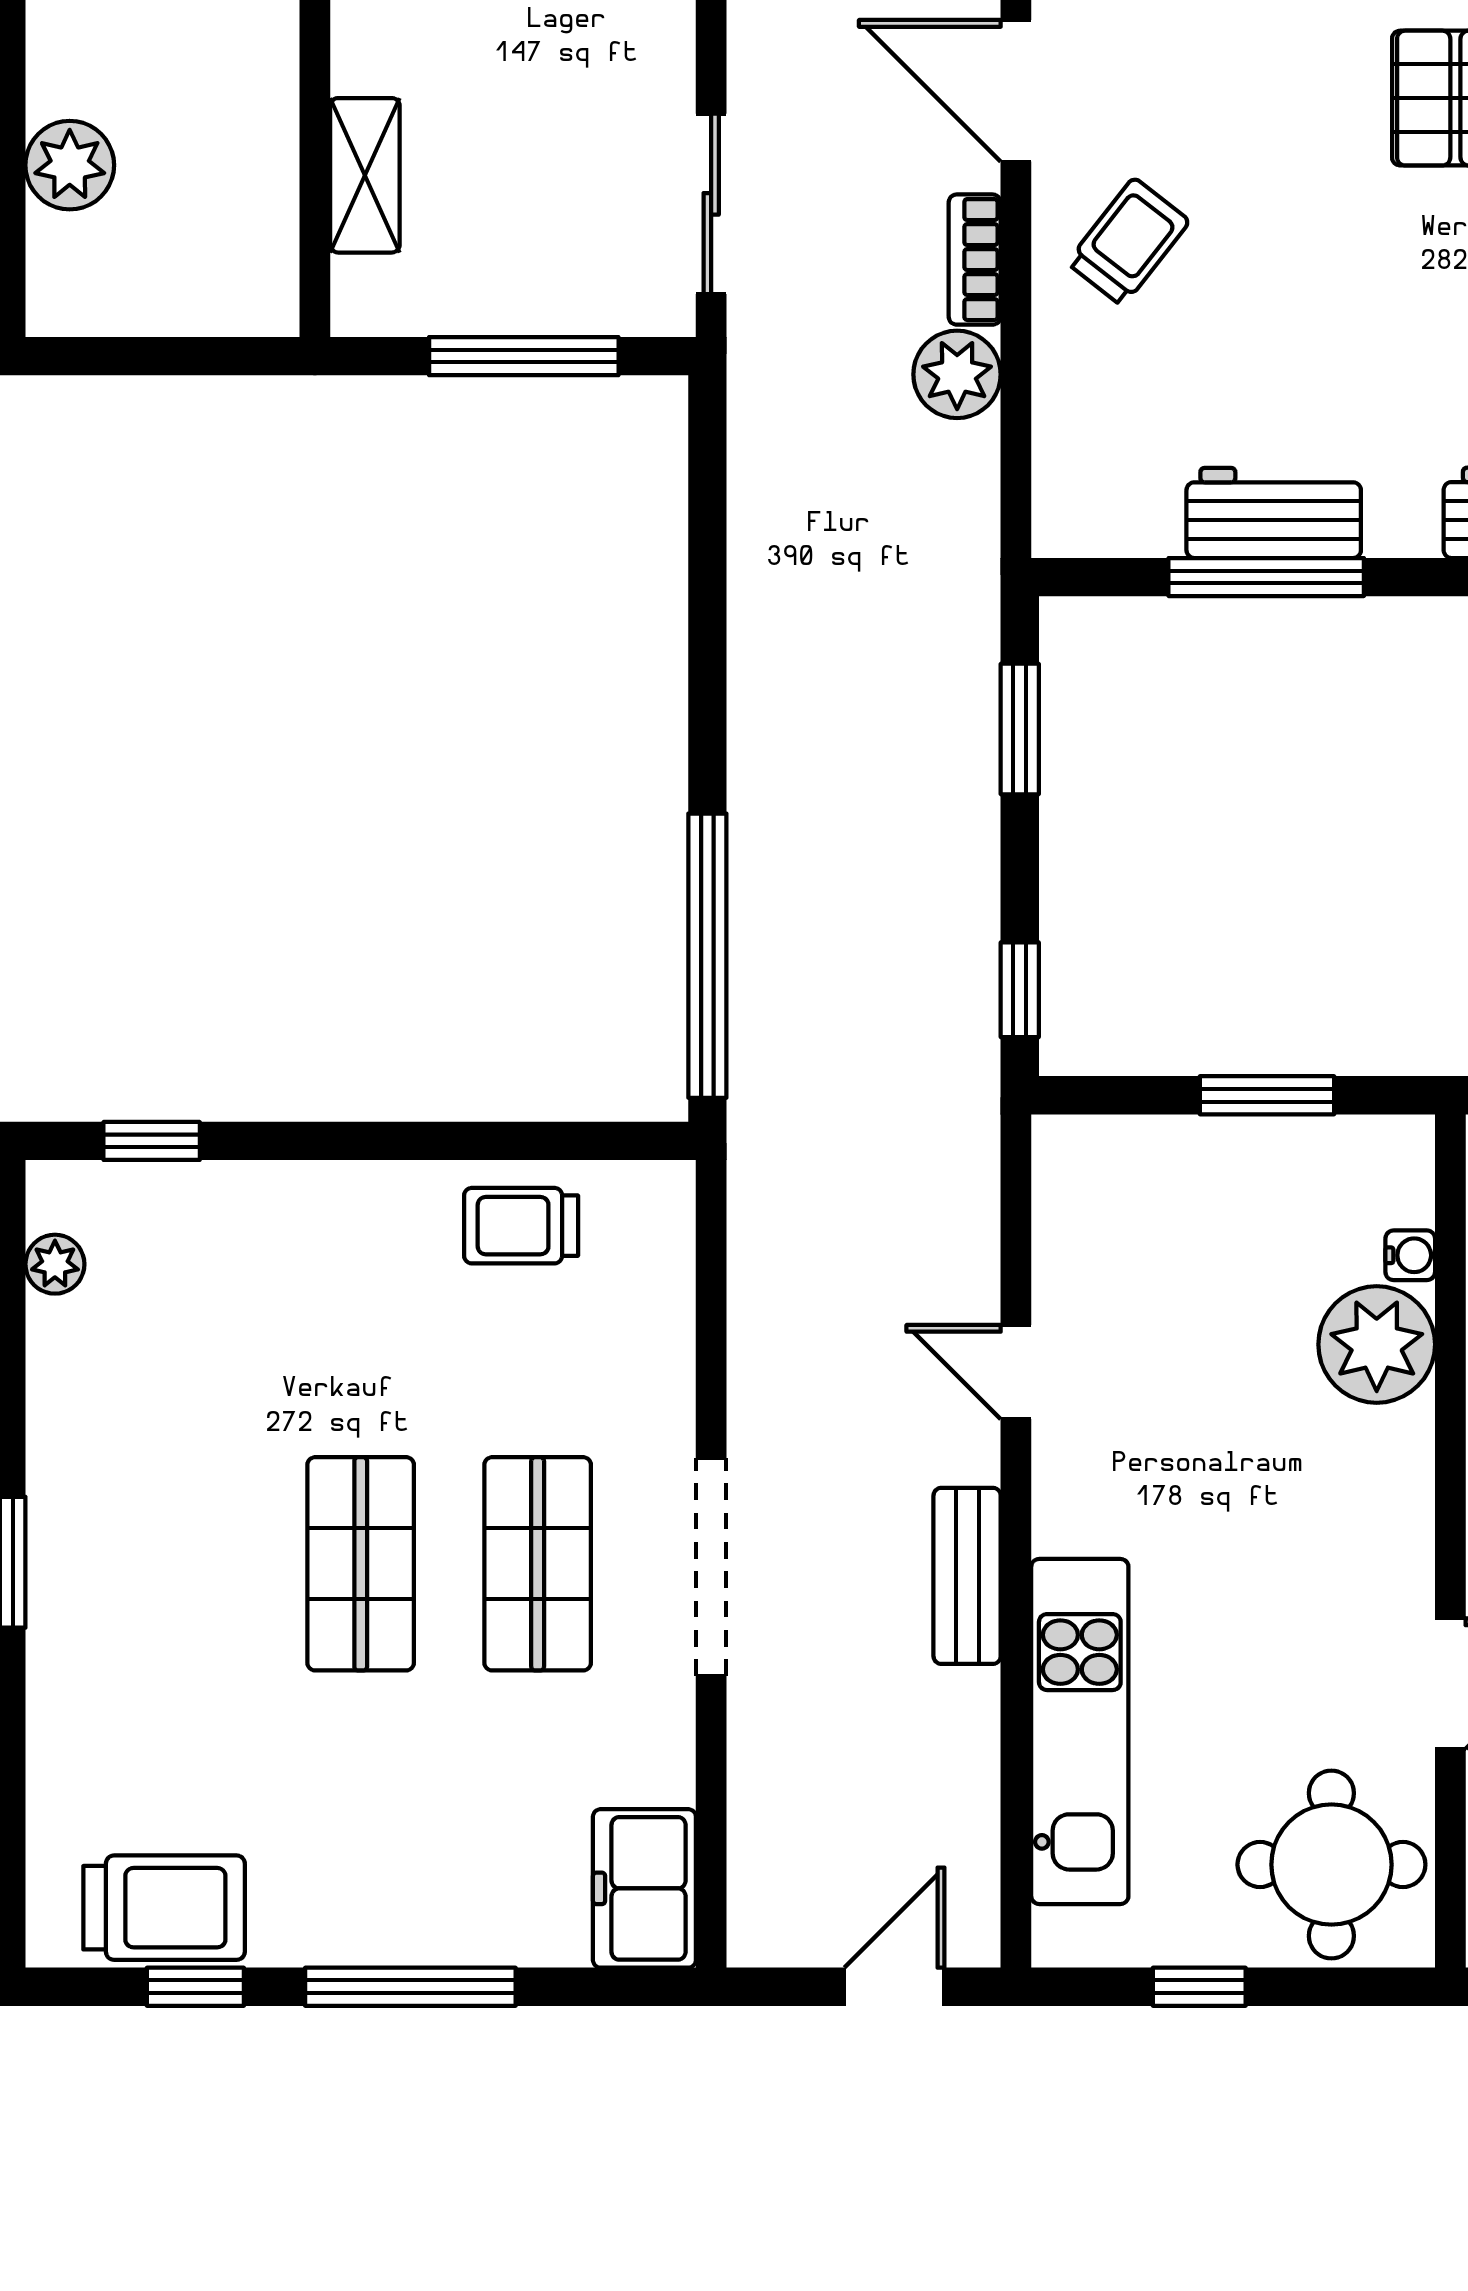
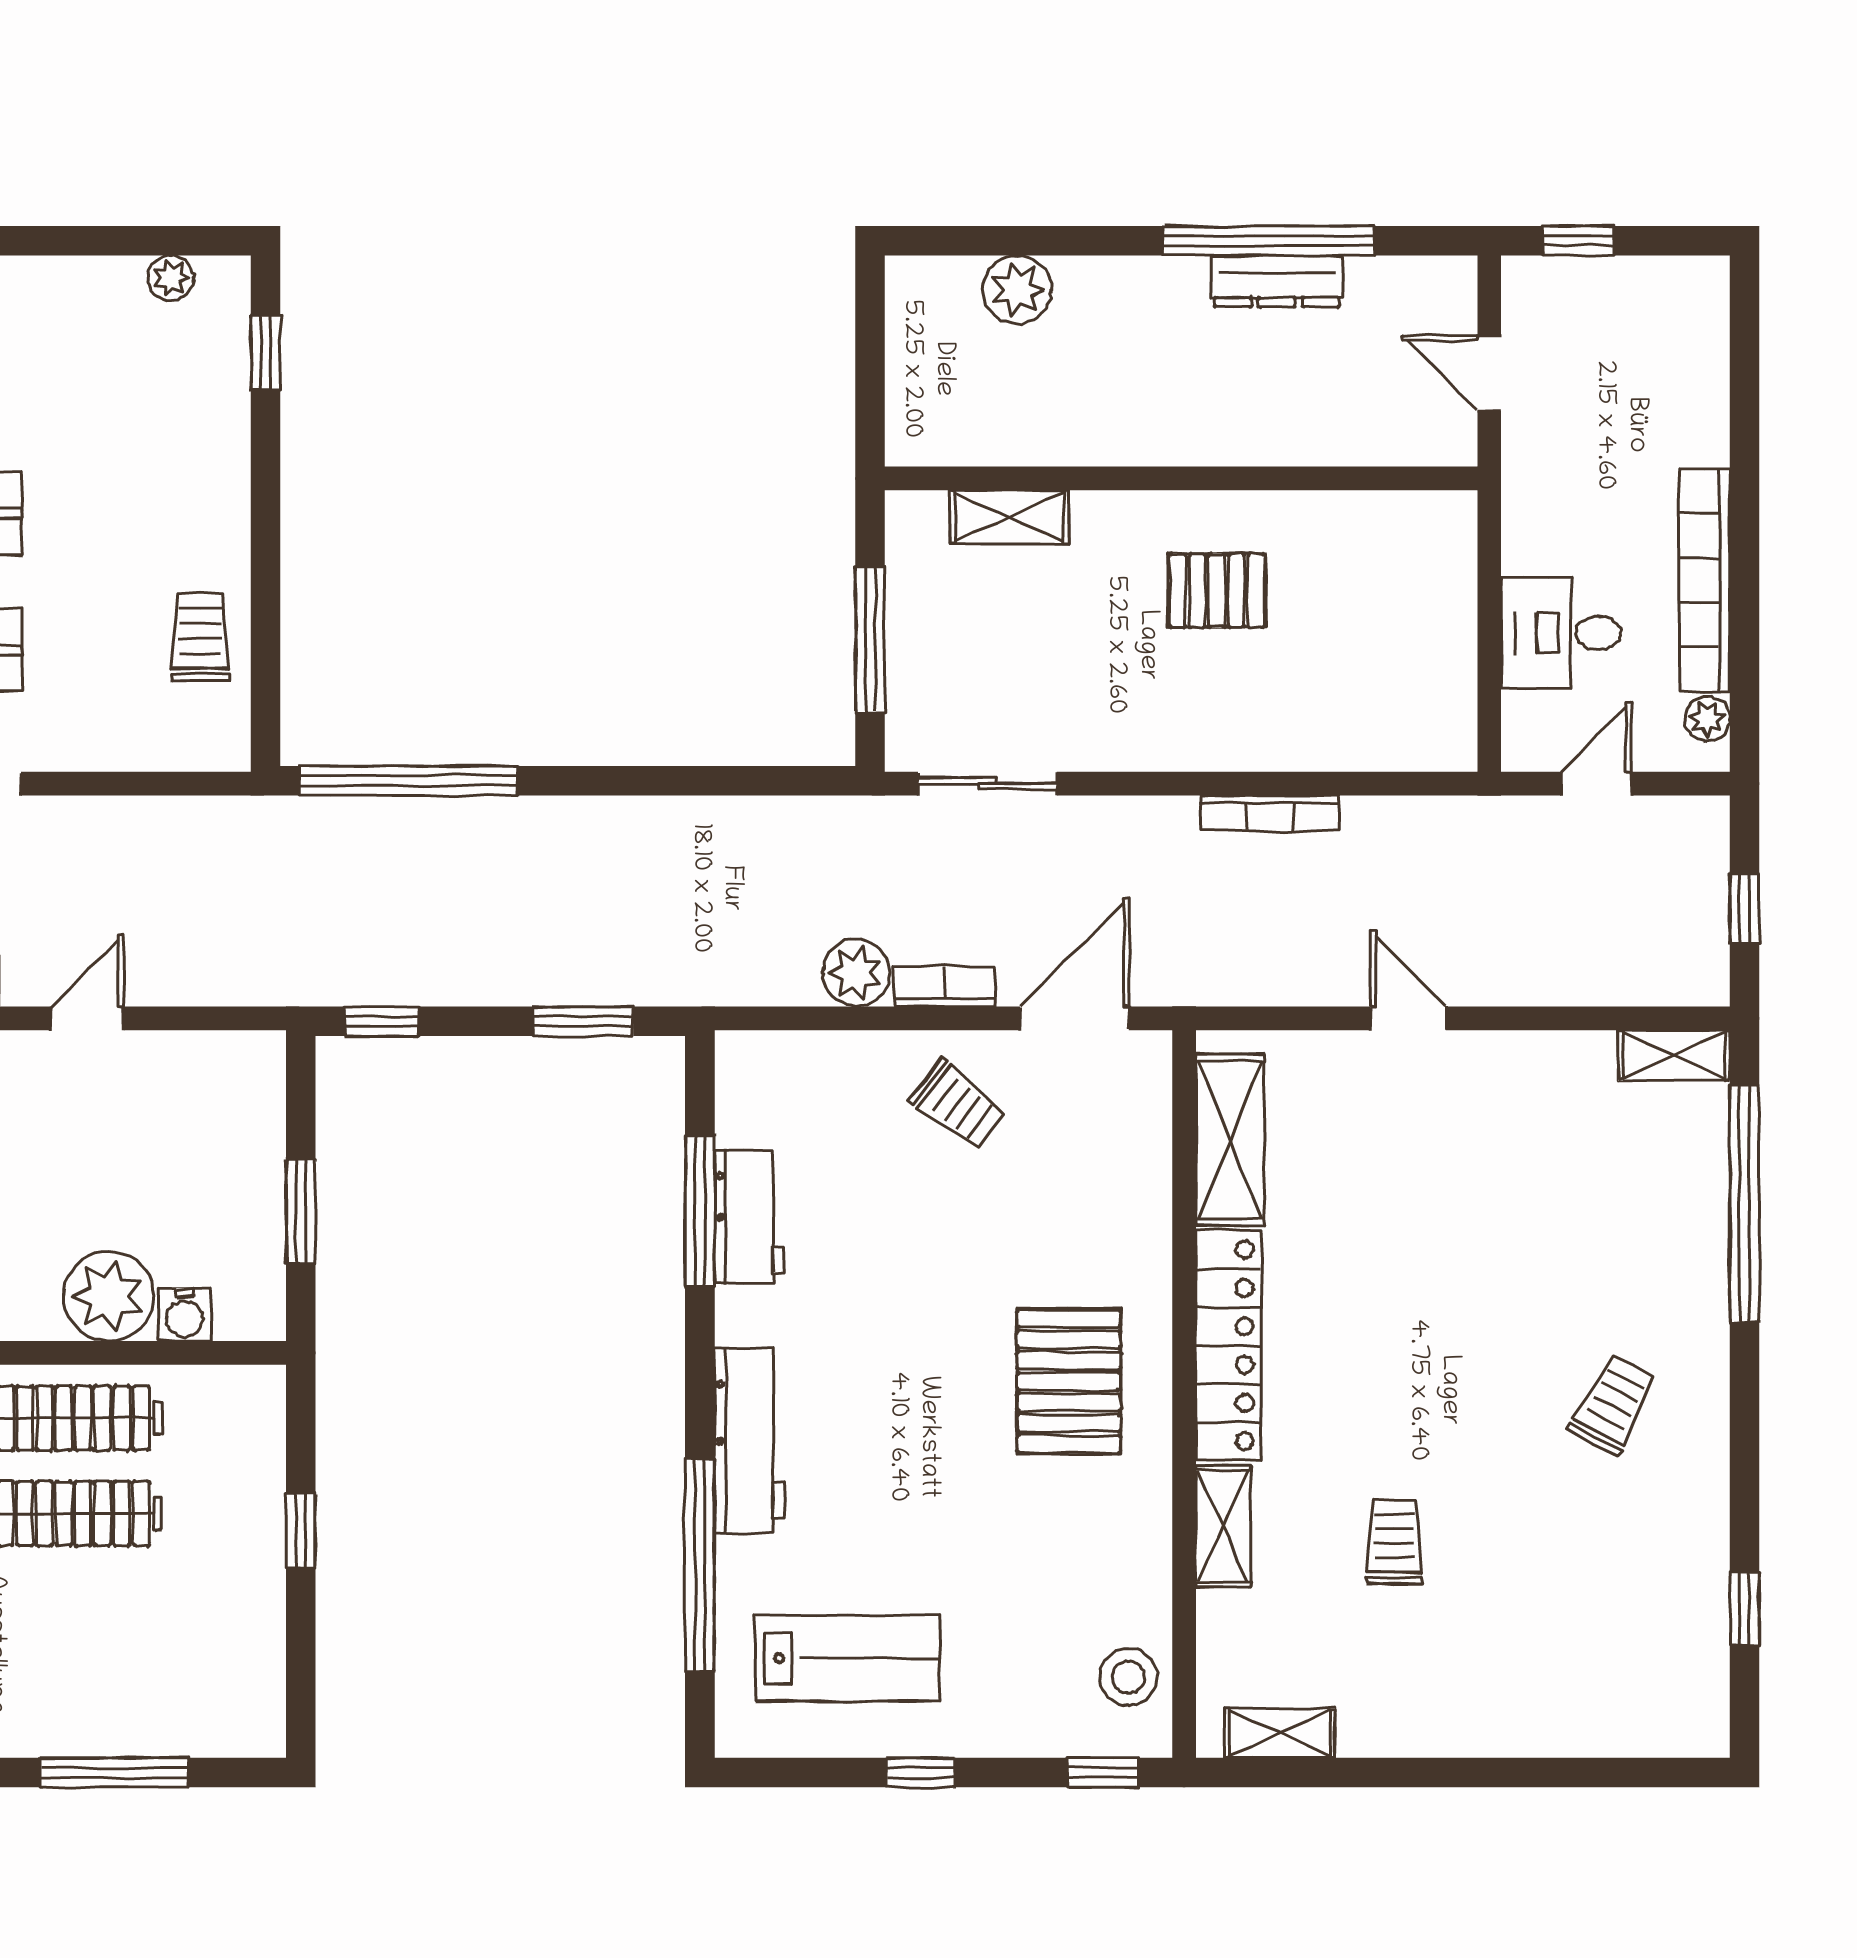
water cooler: (1410, 1255) -> (185, 1315), width x1.38, depth x1.38

